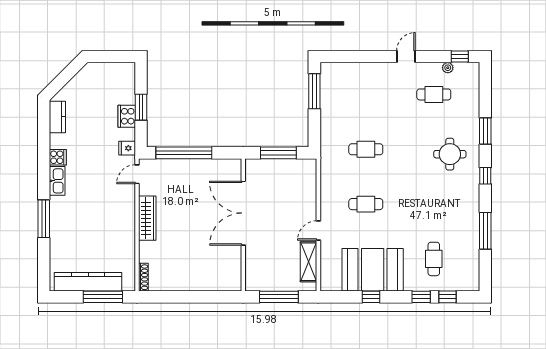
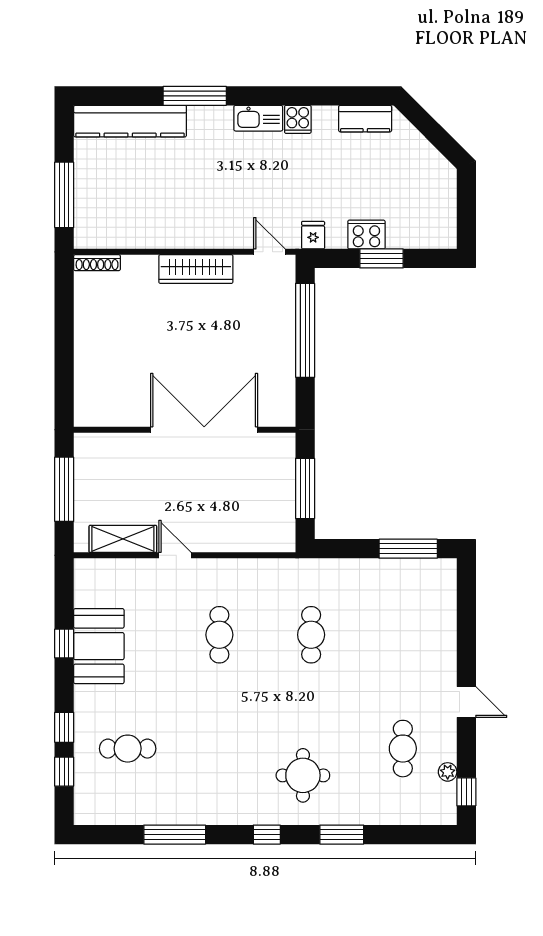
booth: (373, 270) -> (99, 646), width x0.73, depth x0.70
kitchen counter: (88, 282) -> (130, 121), moved, turned 90

